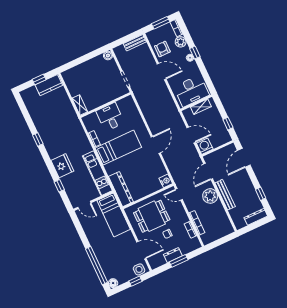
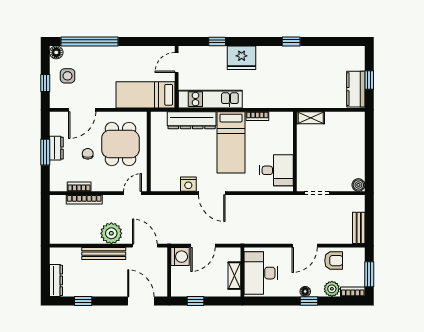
desk: (110, 117) -> (276, 170), moved
nightstand: (166, 181) -> (188, 184), moved
dresser: (121, 189) -> (192, 120), moved
side table: (139, 269) -> (68, 76), moved

